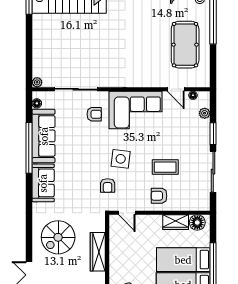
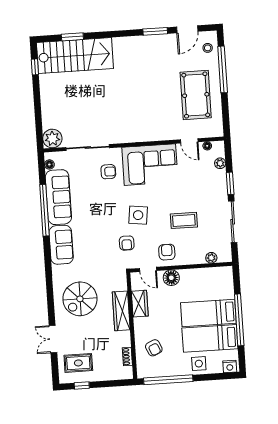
plant: (37, 82) -> (52, 138), width x1.88, depth x1.88
armchair: (159, 196) -> (167, 252), moved, turned 90
plant: (190, 206) -> (211, 258), added
wardrobe: (176, 222) -> (140, 304), moved, turned -90
floor lamp: (197, 223) -> (171, 278), moved

